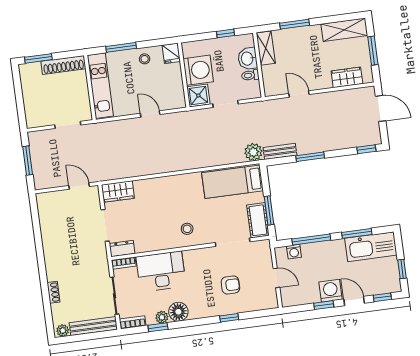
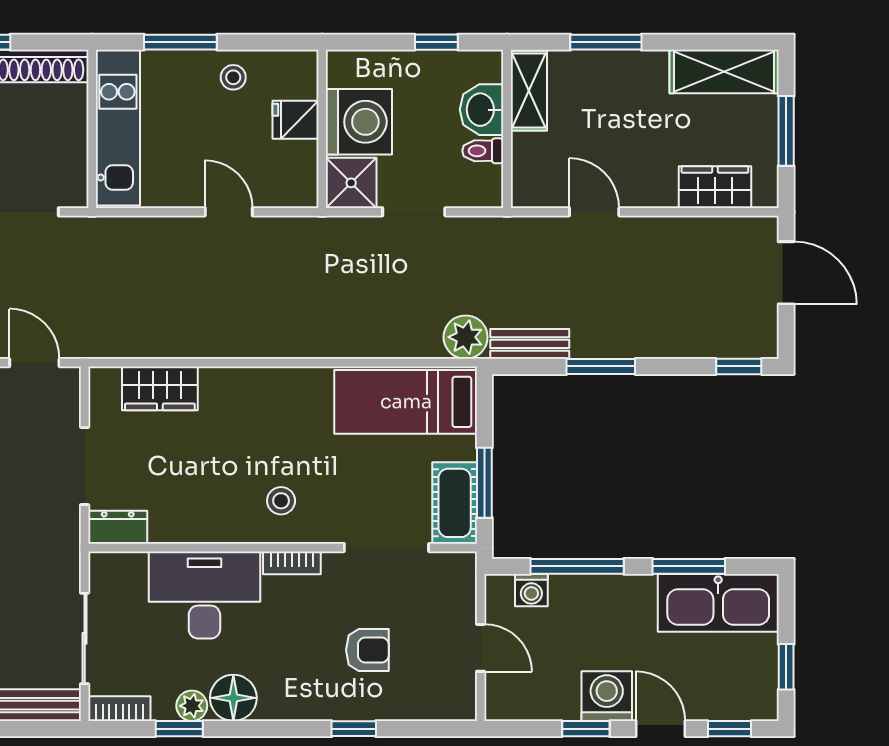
fridge: (171, 53) -> (296, 120), moved, turned 90
wardrobe: (118, 191) -> (160, 388), moved
bookcase: (124, 263) -> (292, 563), moved

